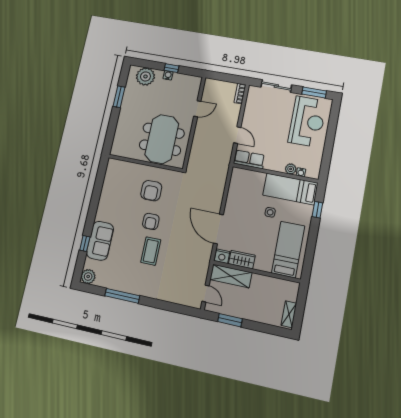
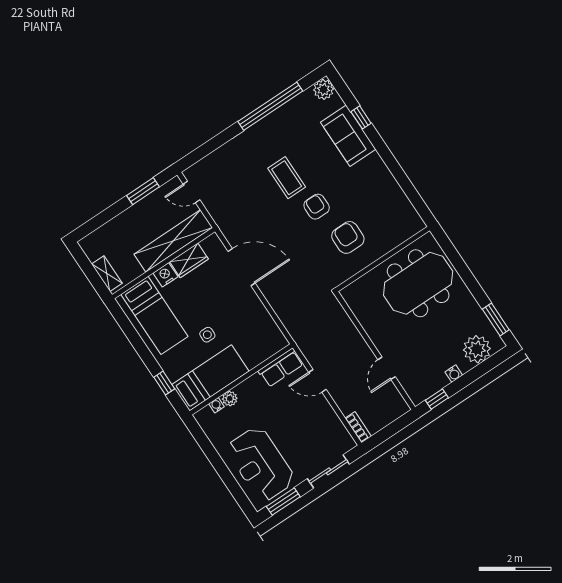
window: (172, 68) -> (437, 399), moved
window: (119, 97) -> (496, 320), moved
meeting table: (162, 139) -> (418, 283), moved, turned 90
nightstand: (222, 256) -> (165, 275), moved
shelving: (231, 276) -> (173, 241), width x1.47
window: (122, 296) -> (270, 106), width x1.46
shelving: (289, 314) -> (107, 274), moved

